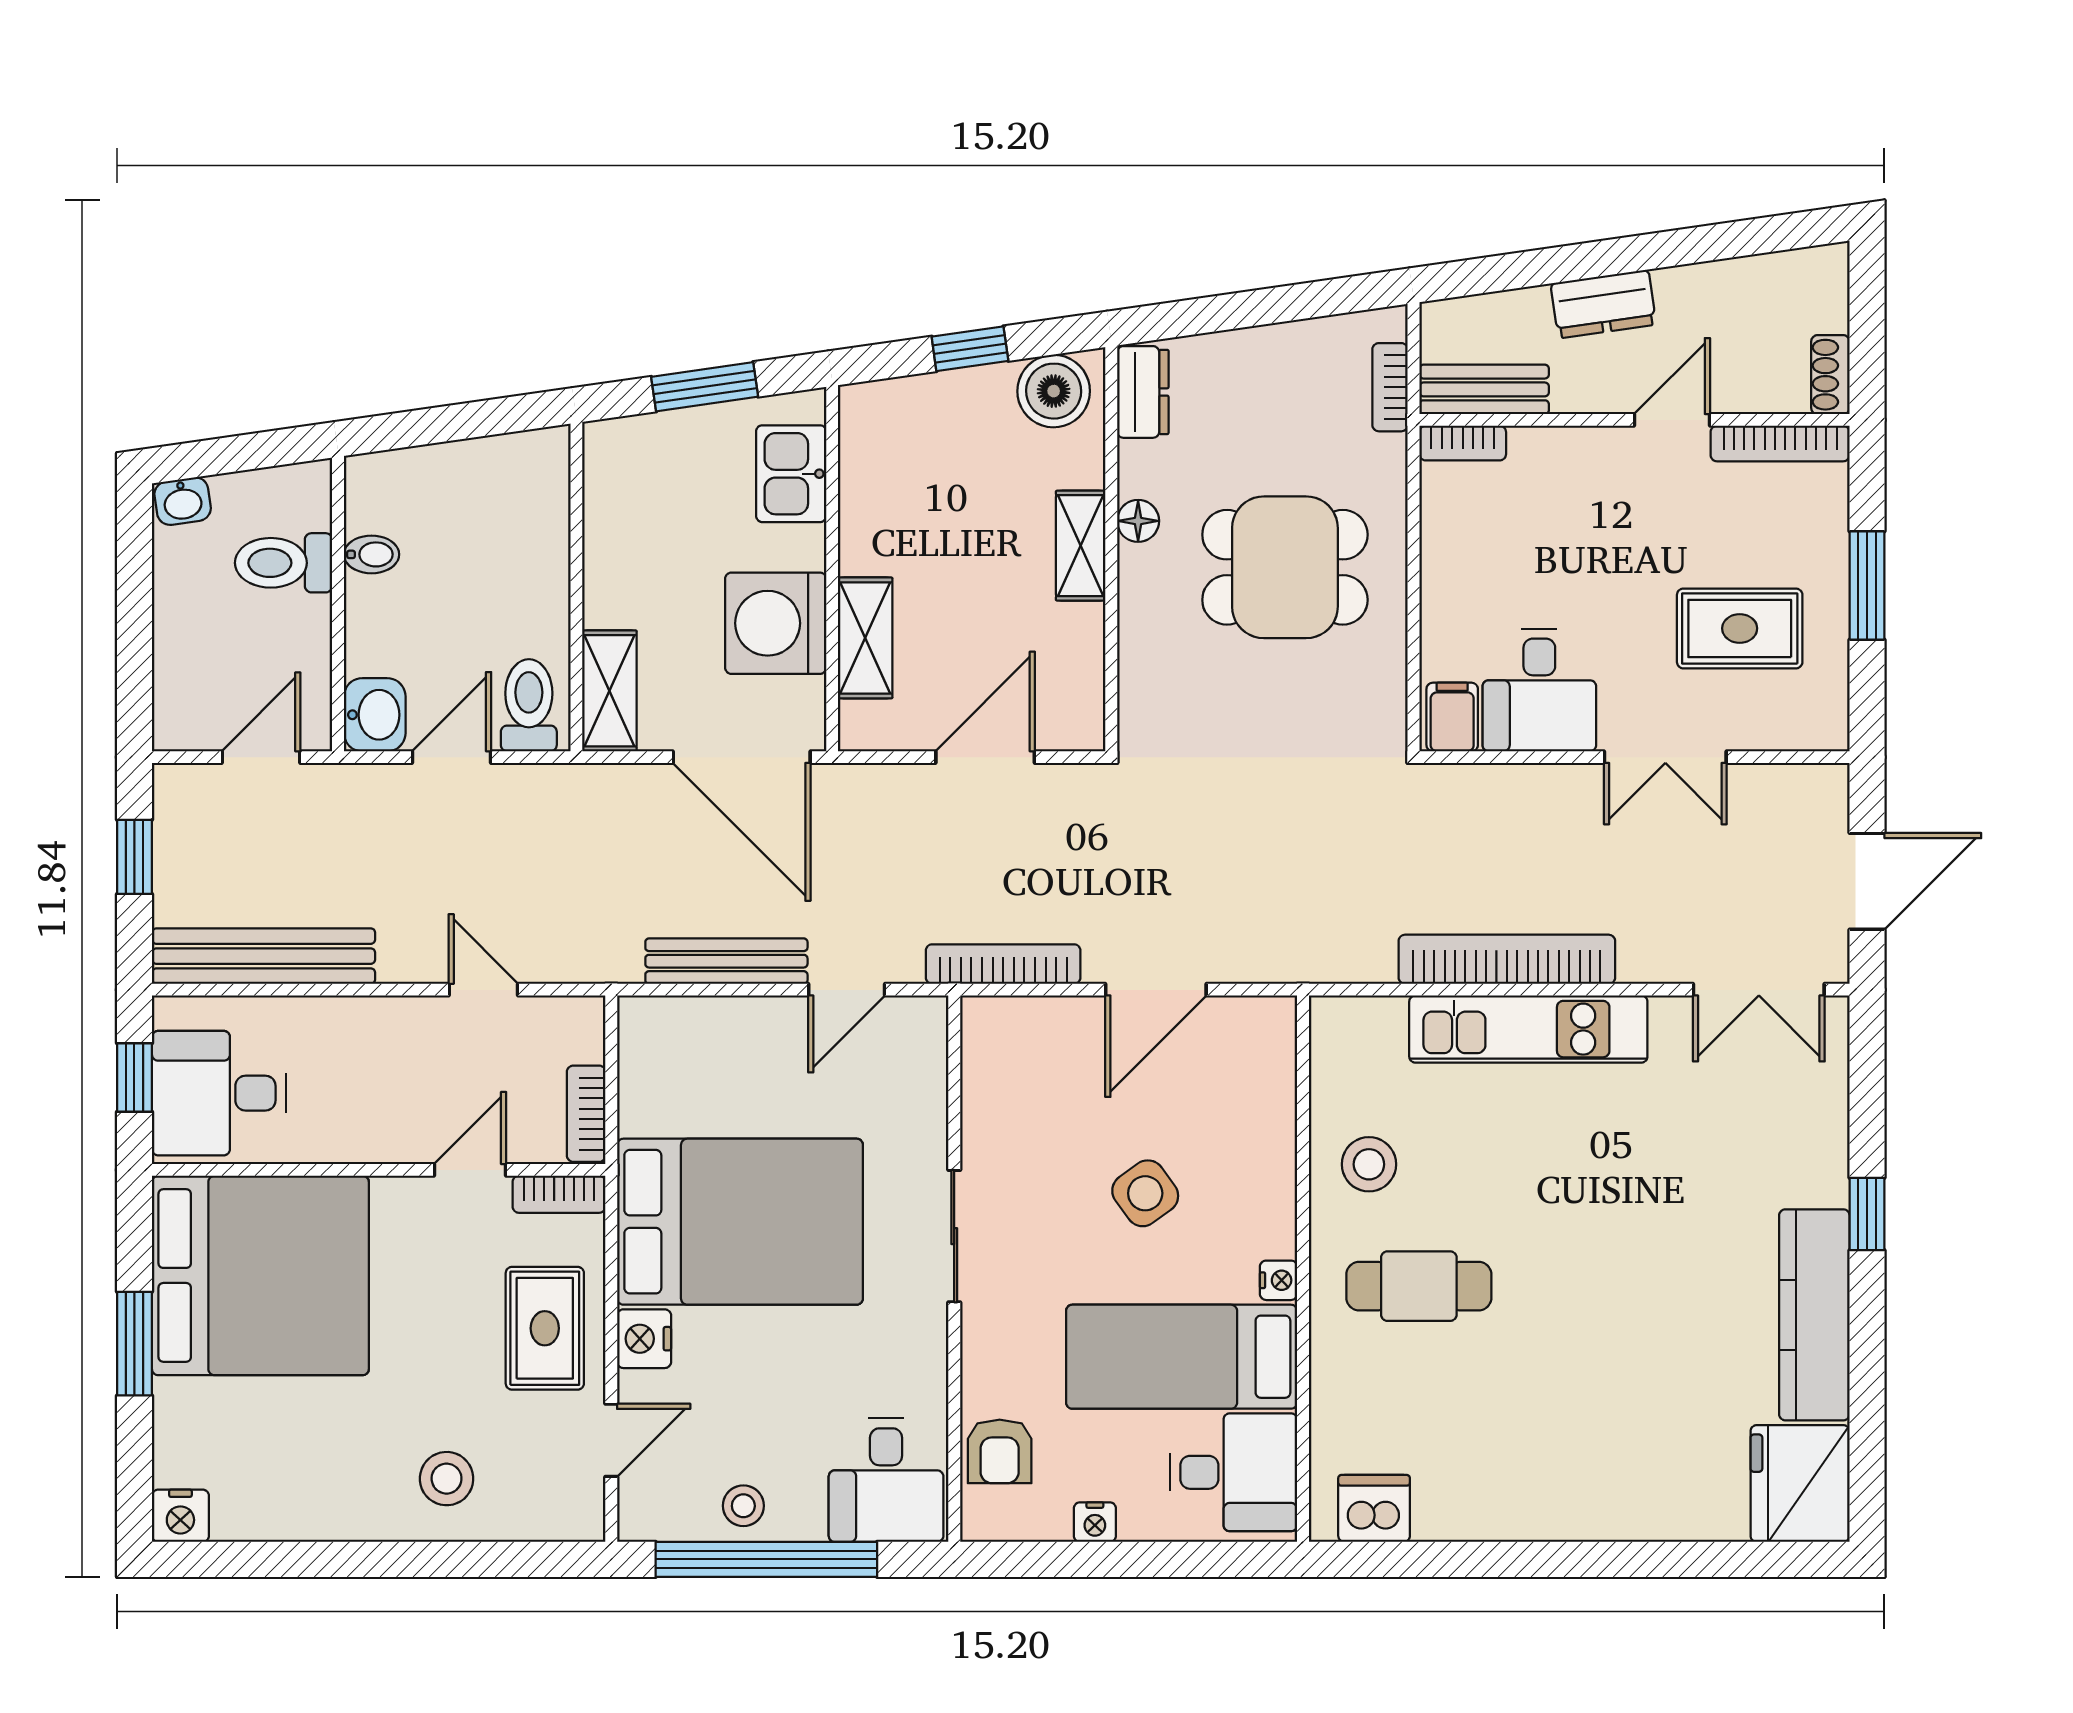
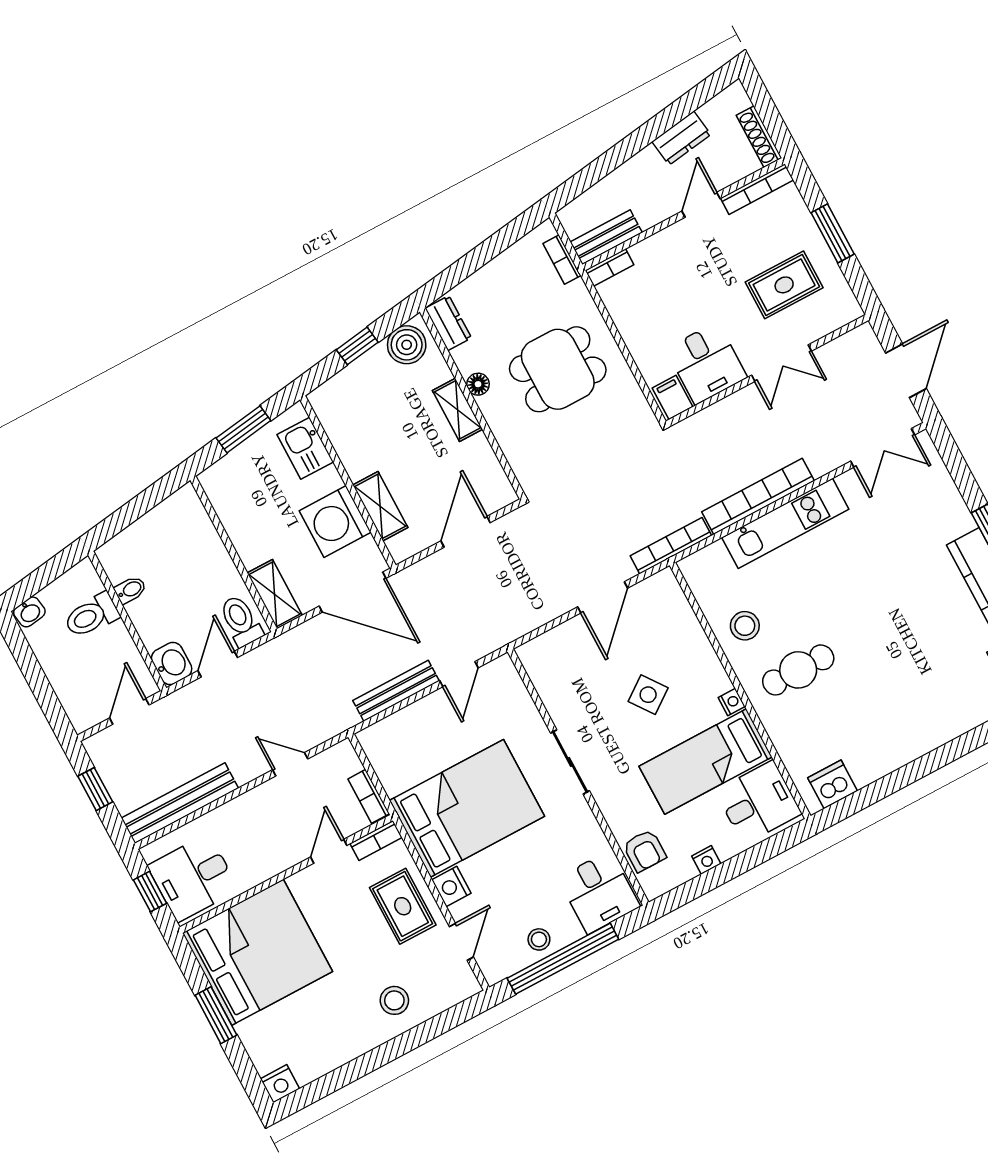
dresser: (1603, 304) -> (681, 138), moved
shoe rack: (1830, 375) -> (759, 137), width x1.43
bookcase: (1003, 964) -> (671, 546), moved

